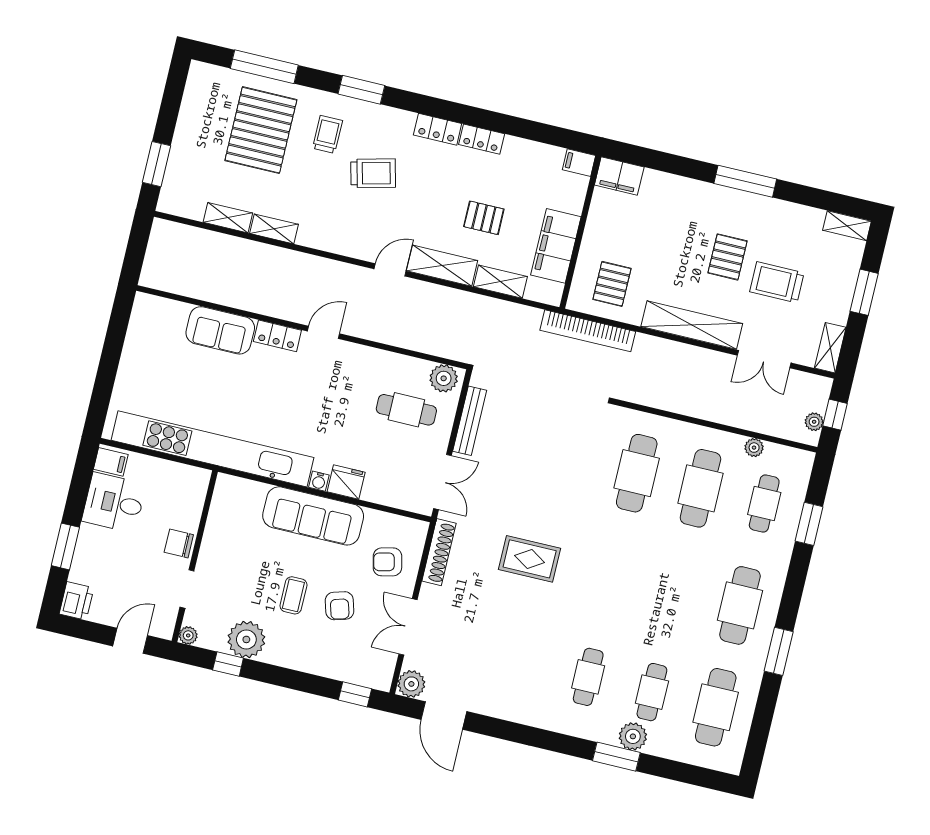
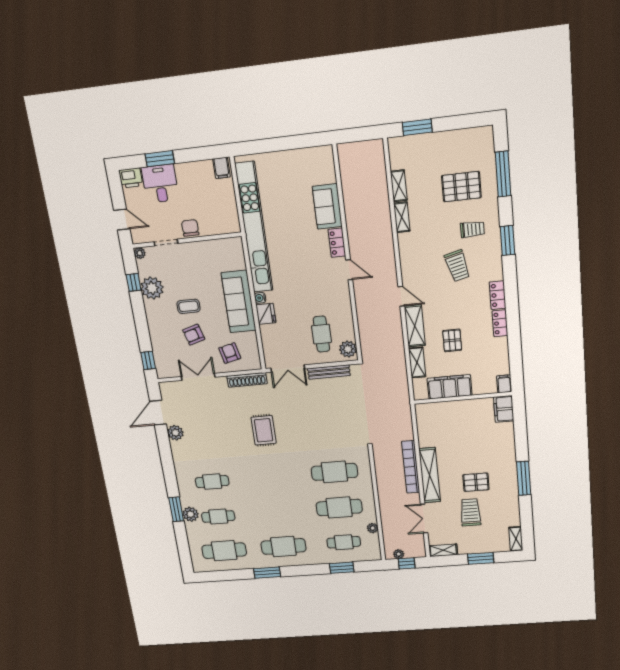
pallet: (261, 130) -> (461, 187), width x0.73, depth x0.71
pallet: (612, 284) -> (438, 425), removed
bookcase: (588, 331) -> (411, 467), moved
desk: (114, 503) -> (160, 184), moved
plant: (411, 684) -> (175, 433), moved

